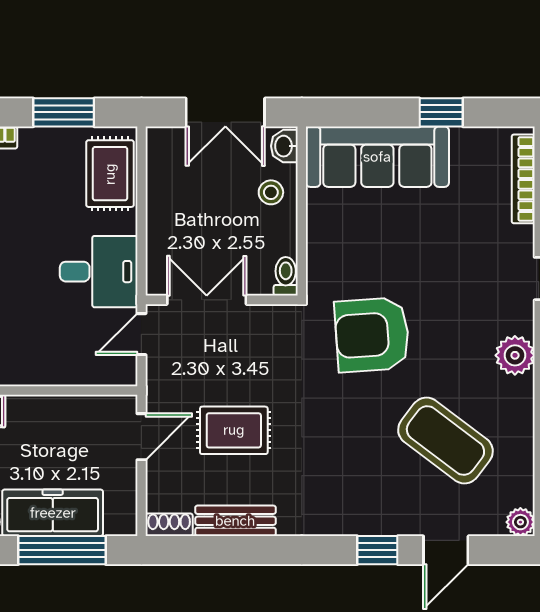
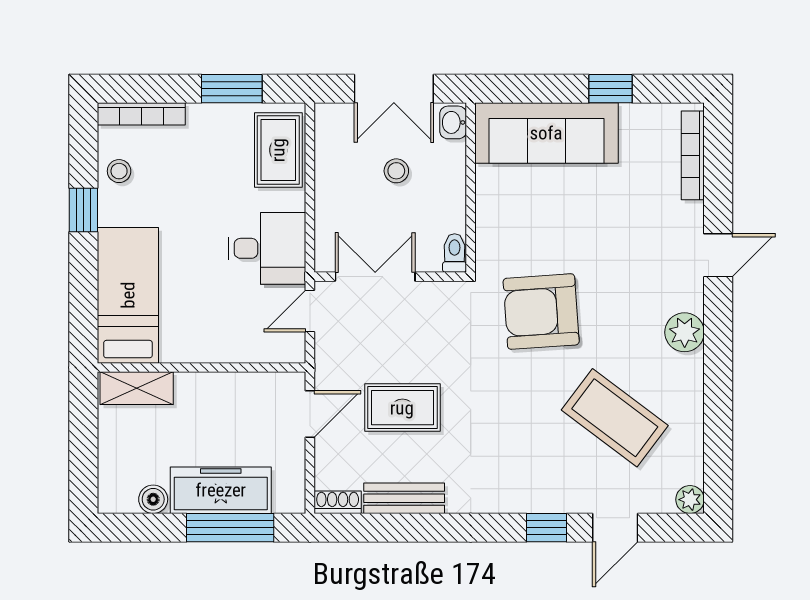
stool: (271, 192) -> (396, 171), moved

